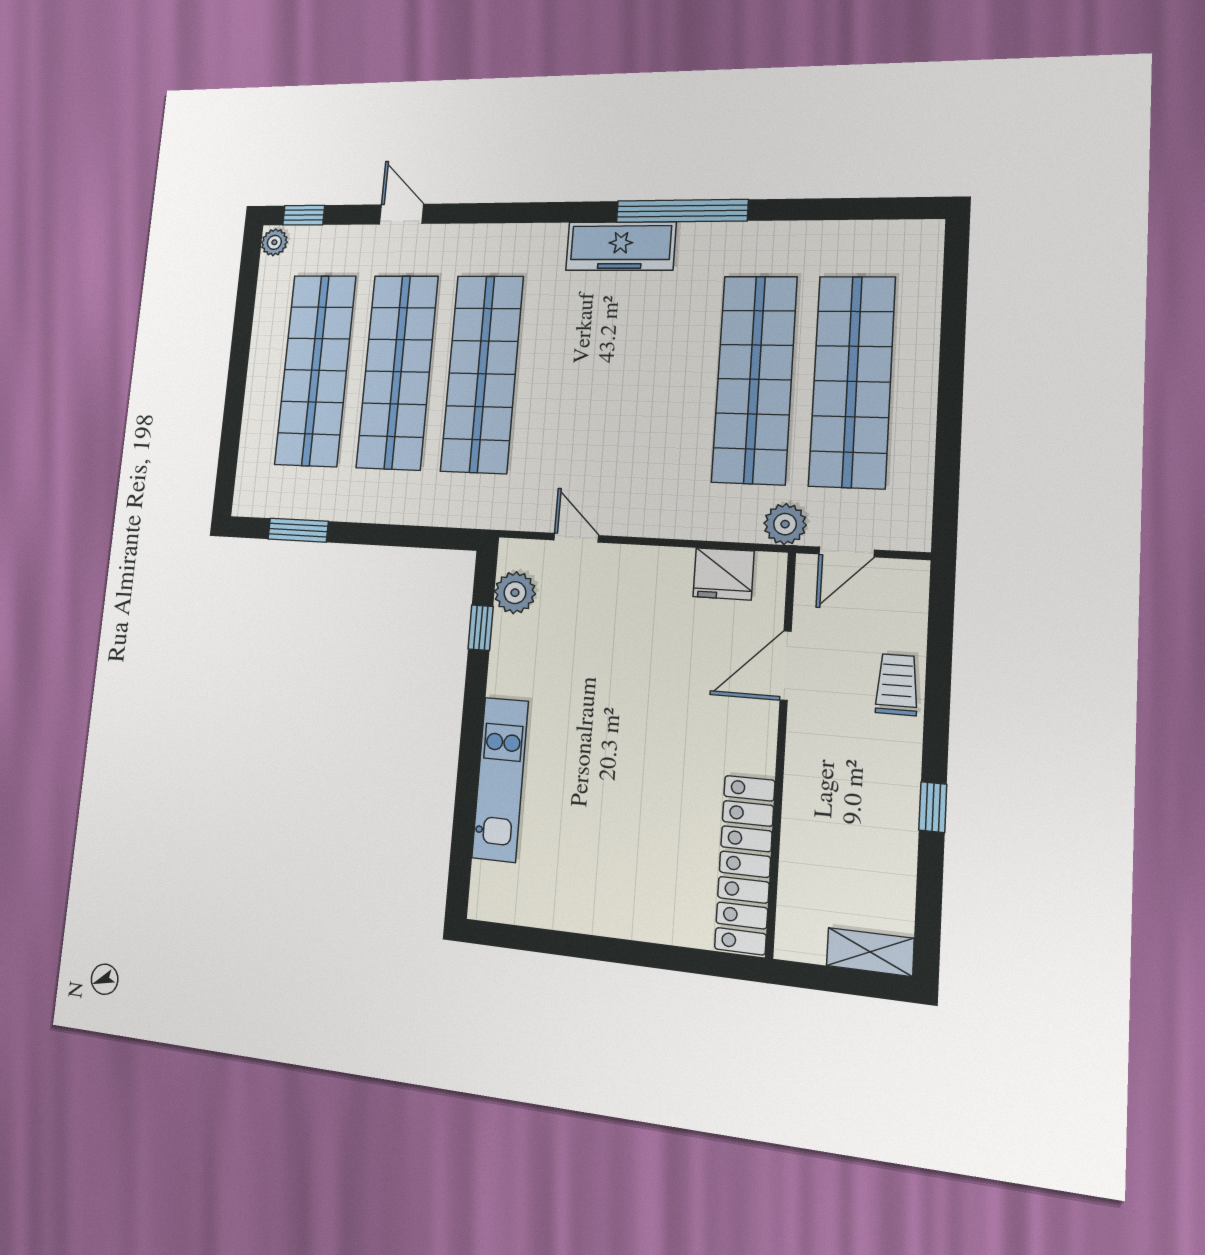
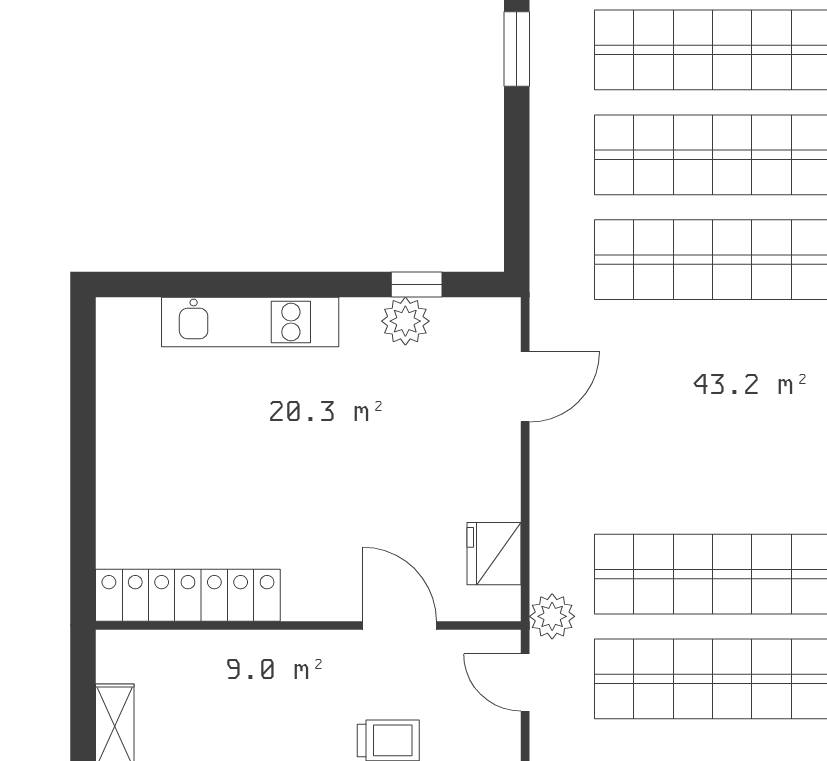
door: (576, 538) -> (525, 387), width x1.38
plant: (515, 593) -> (405, 321), moved

